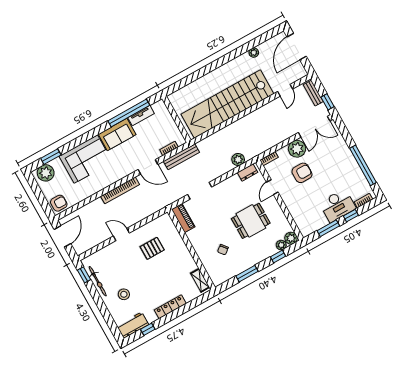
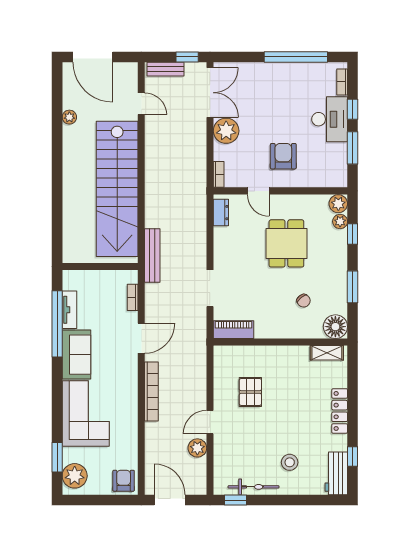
bench: (181, 157) -> (152, 256), moved
plant: (238, 160) -> (197, 448), moved
armchair: (302, 173) -> (283, 156), moved
floor lamp: (218, 277) -> (335, 327), added

